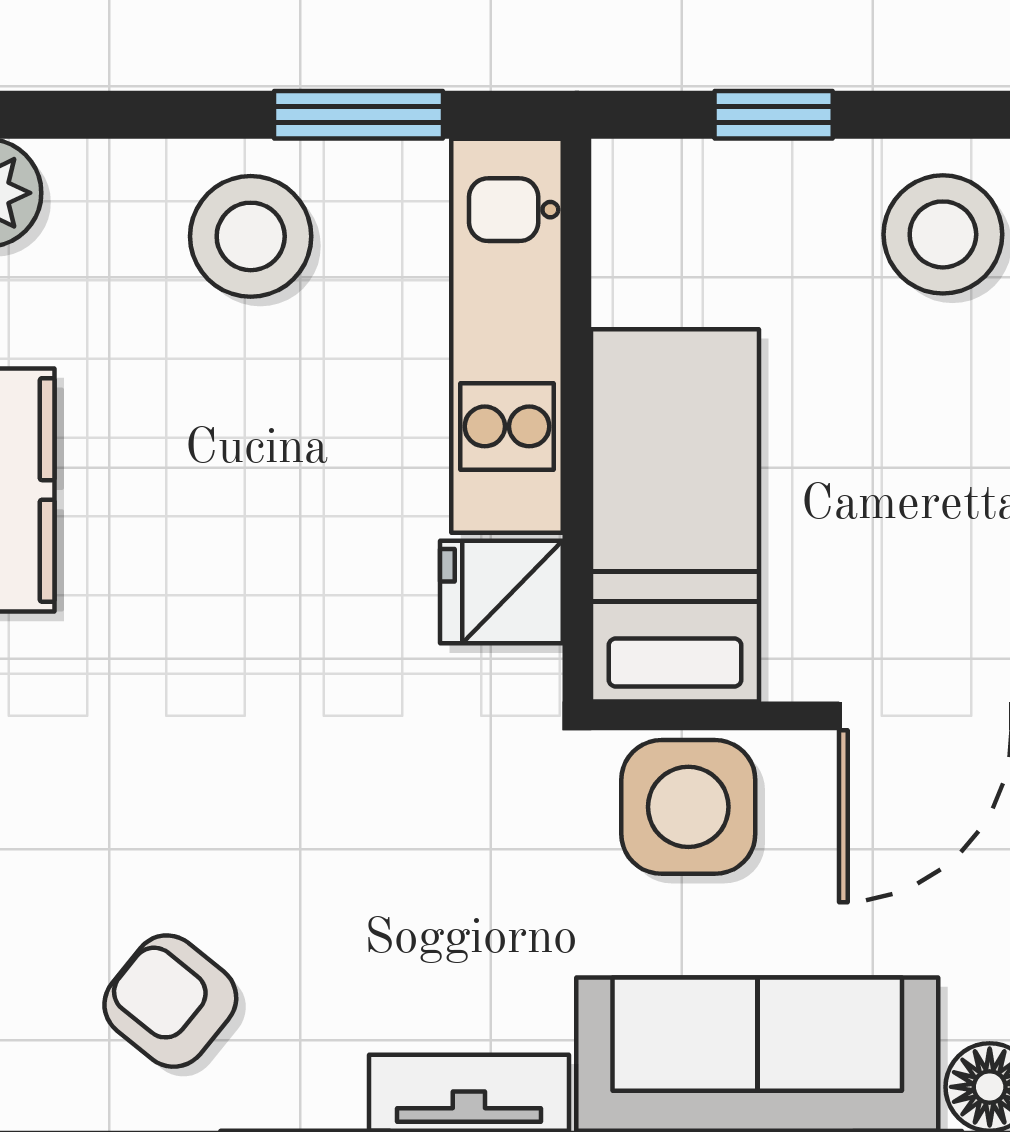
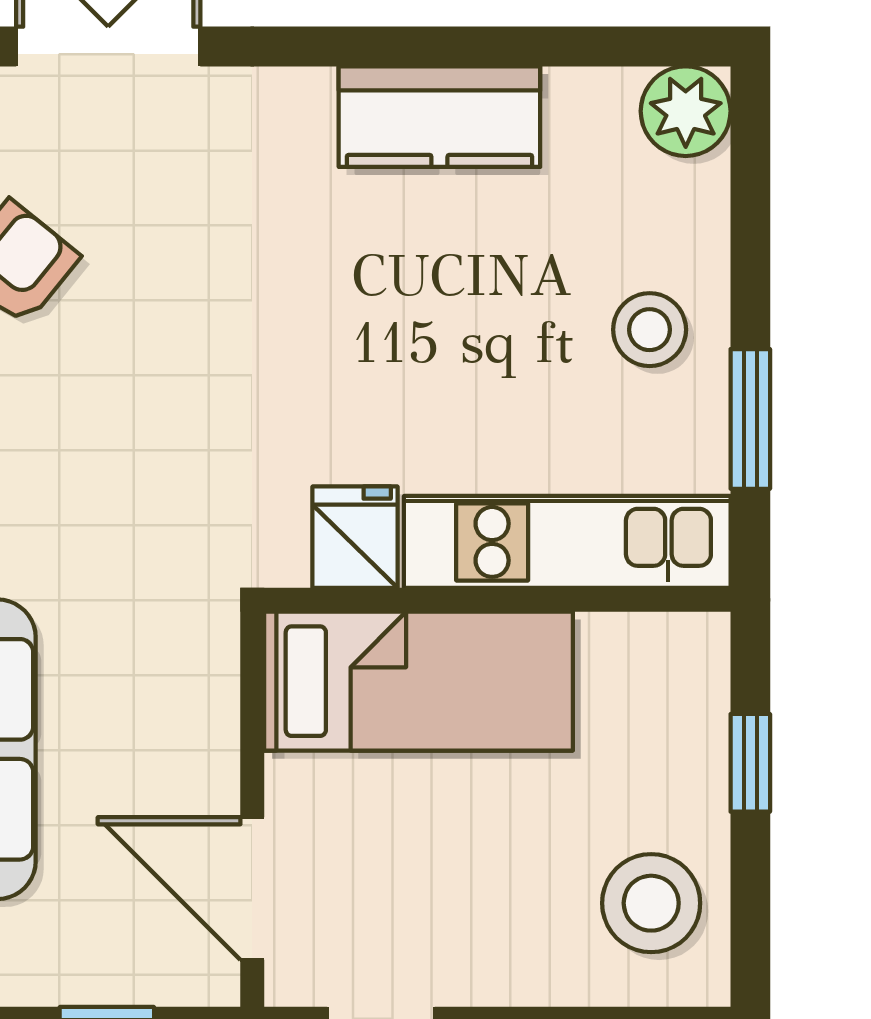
stool: (251, 236) -> (650, 330), width x0.73, depth x0.73
side table: (688, 807) -> (177, 692), removed

